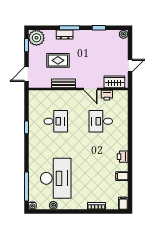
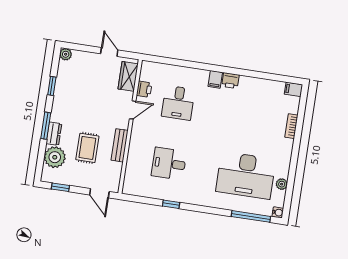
plant: (36, 38) -> (55, 157), moved
desk: (56, 121) -> (169, 164), turned -90
filing cabinet: (122, 176) -> (215, 79), moved
desk: (56, 178) -> (246, 175), turned 180

